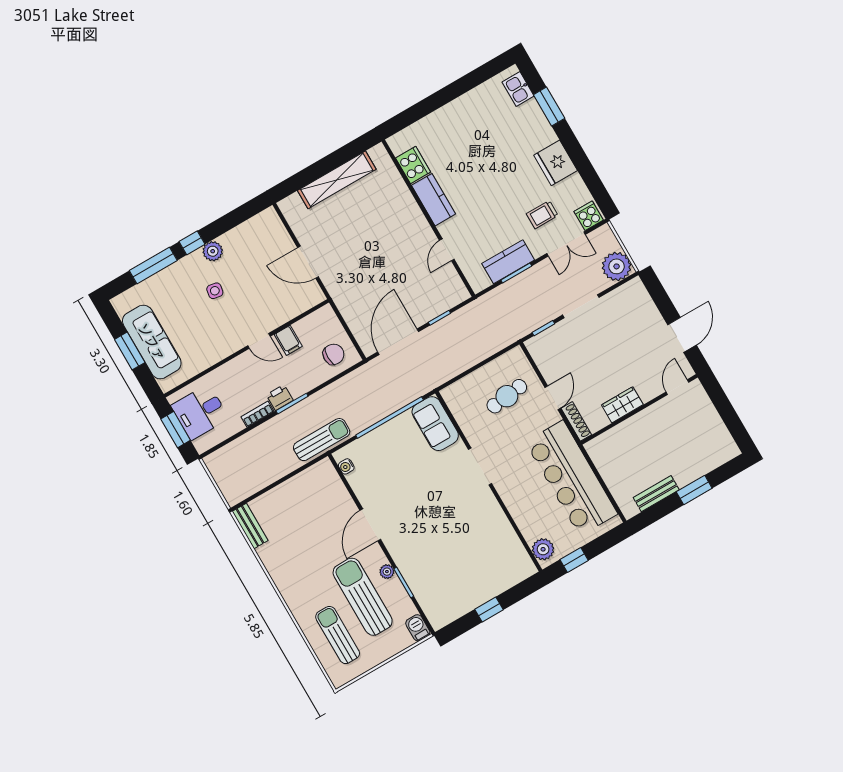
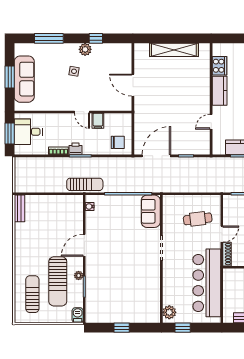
window: (192, 243) -> (96, 38), moved
sun lounger: (363, 597) -> (58, 281), turned 180

